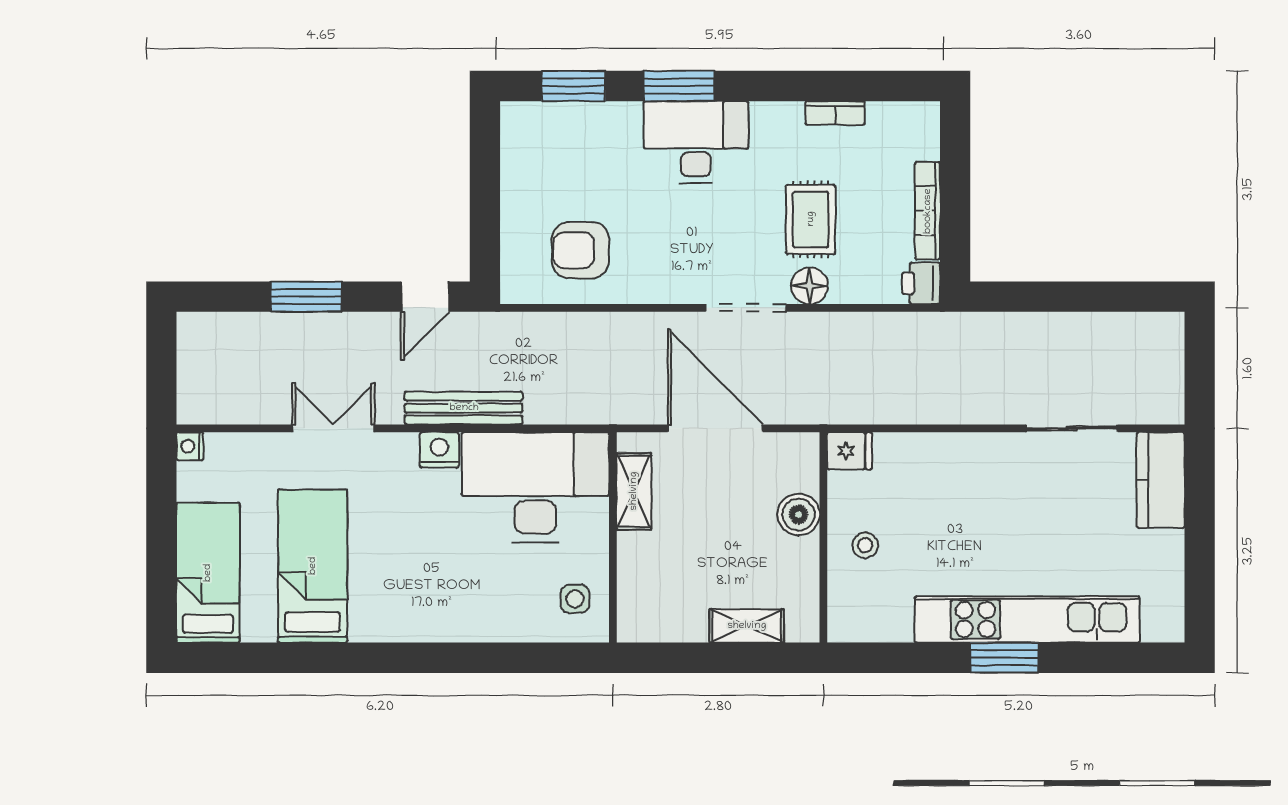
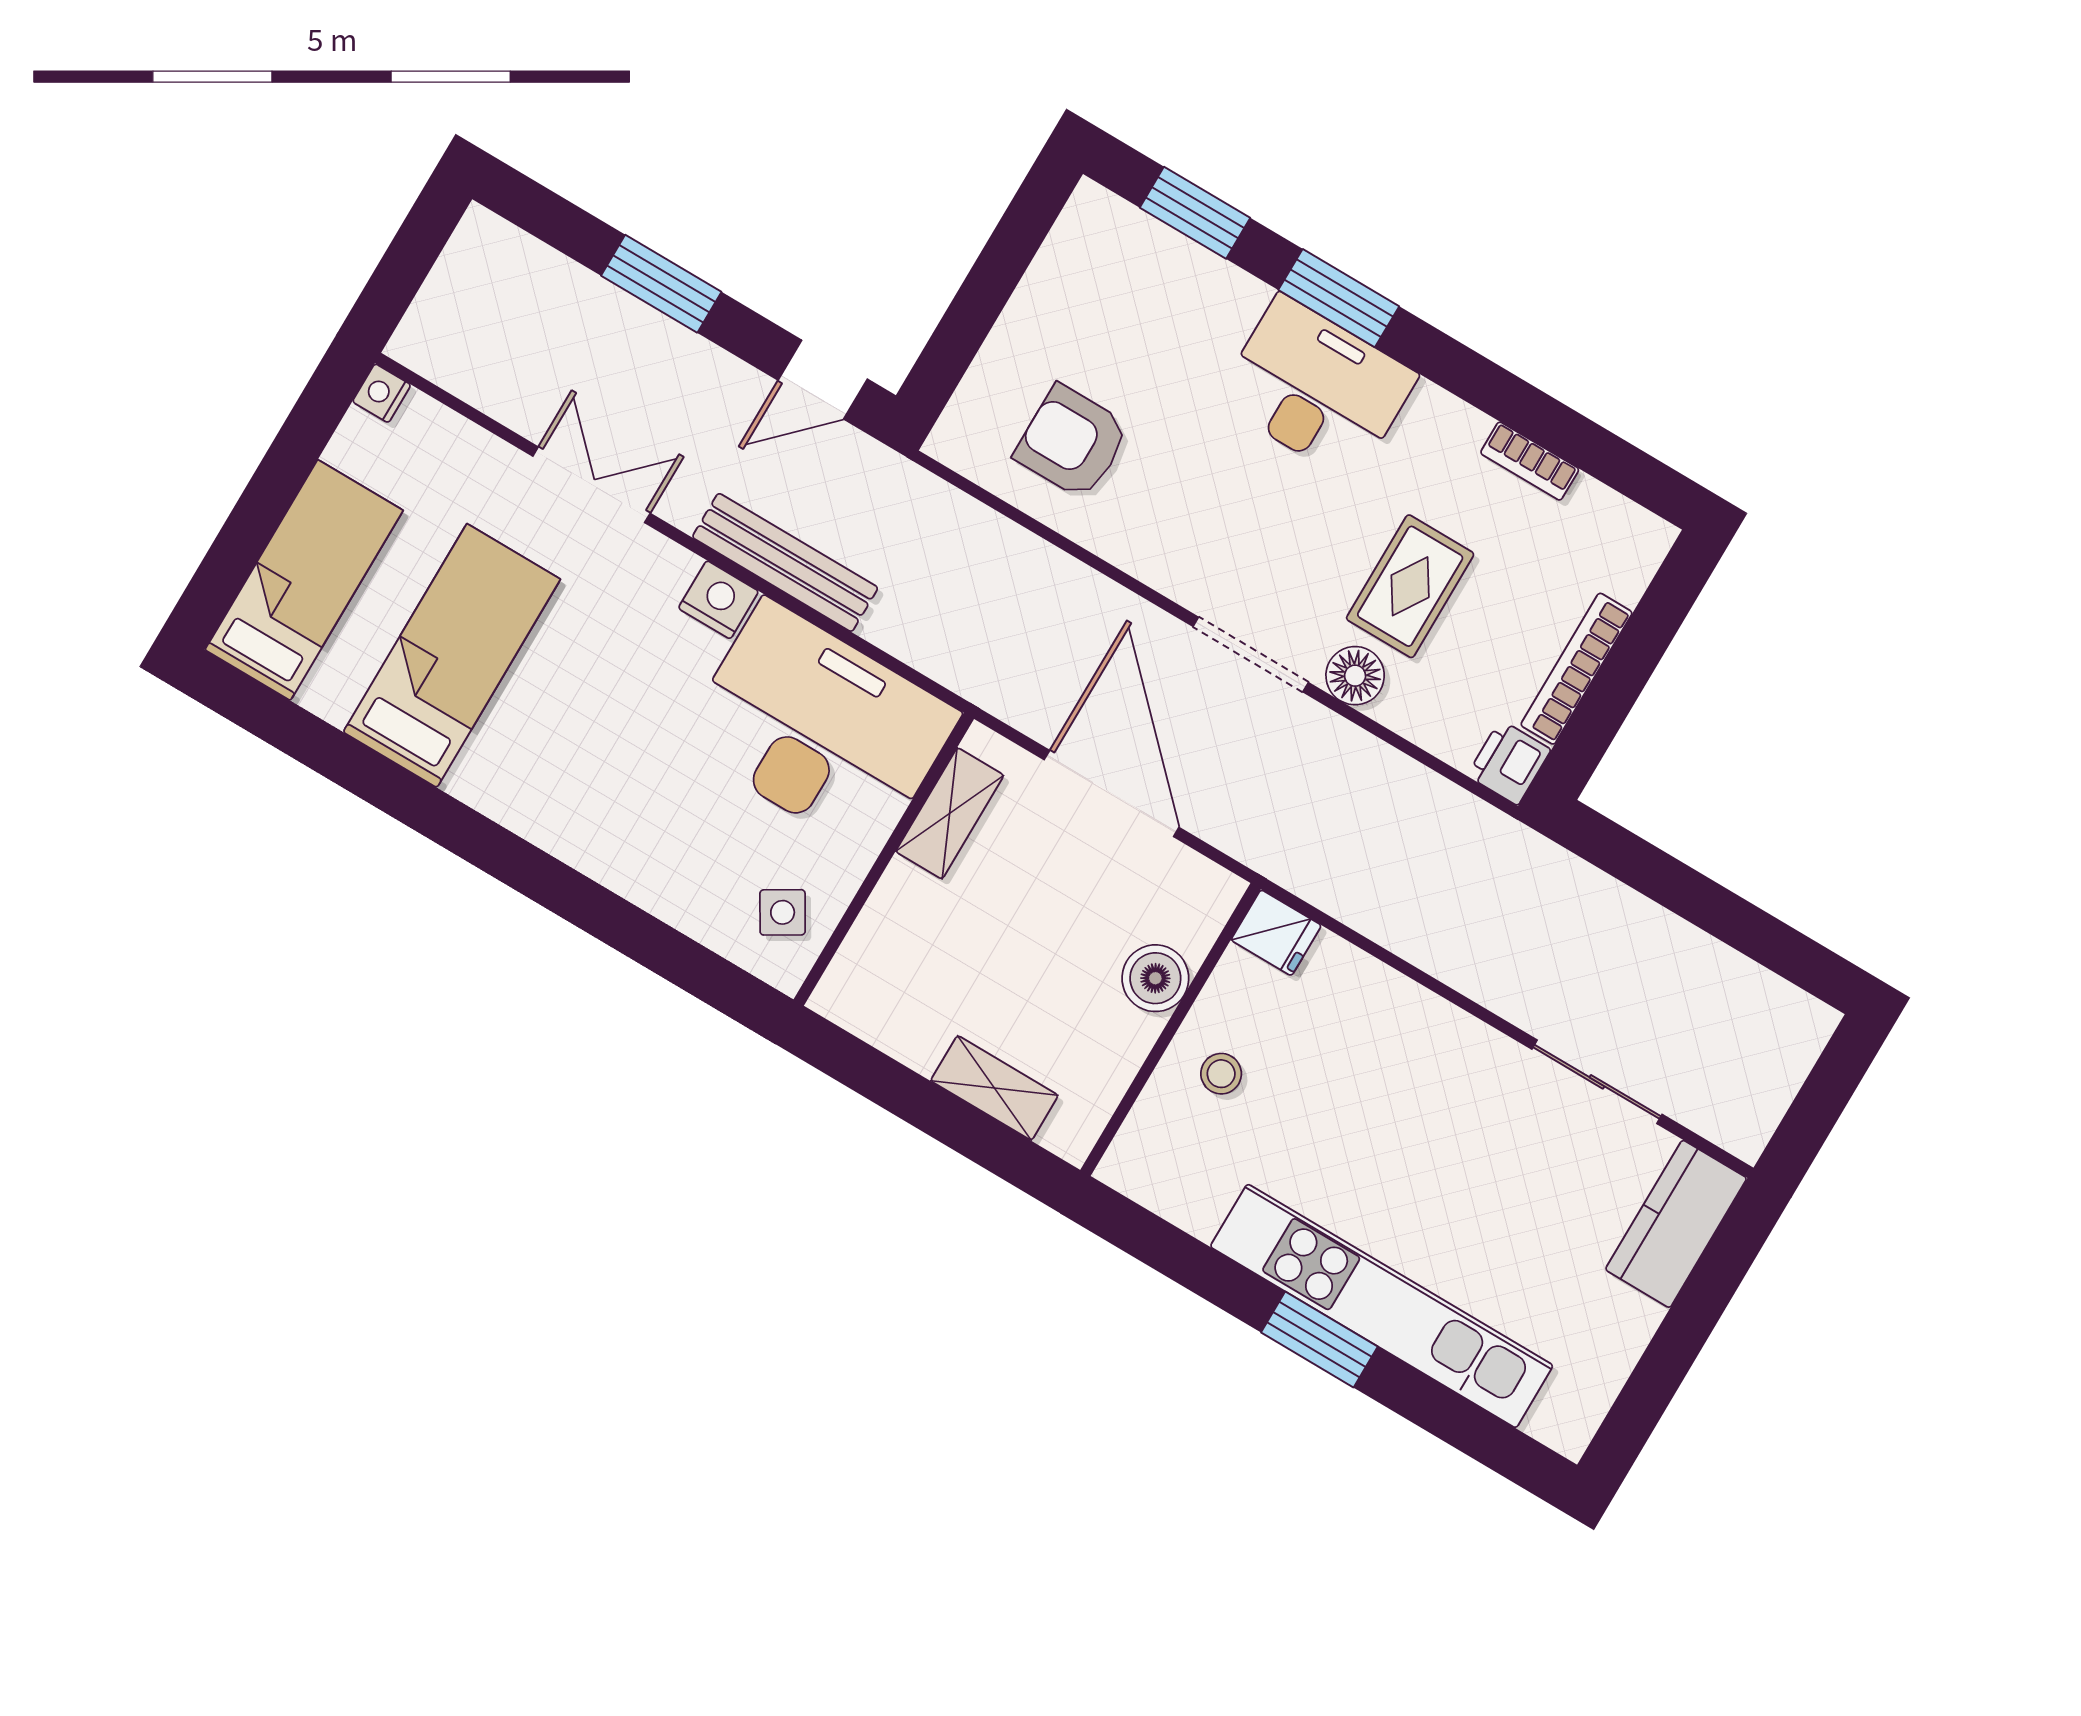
side table: (575, 599) -> (783, 912), turned -31

